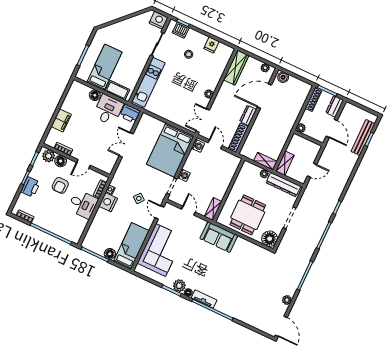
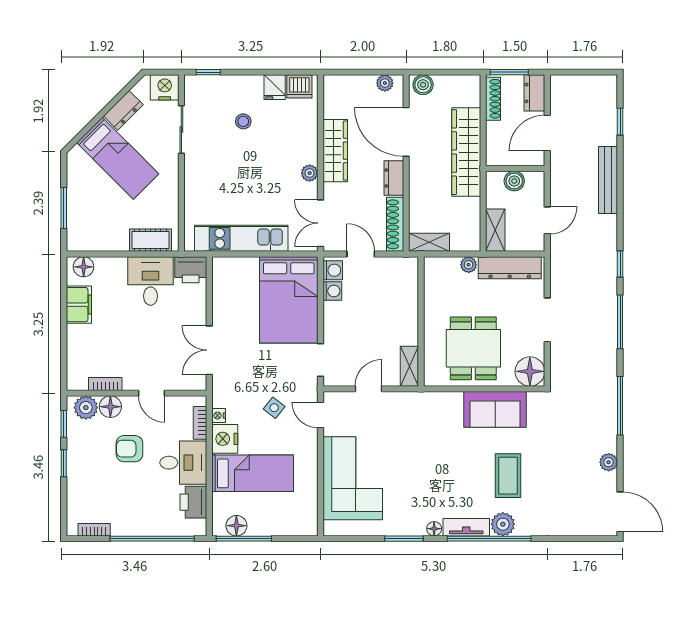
dresser: (134, 22) -> (123, 110), added
dishwasher: (181, 30) -> (299, 86), moved
bed: (104, 67) -> (118, 158), moved, turned 135
wardrobe: (236, 68) -> (335, 151), moved
kitchen unit: (148, 82) -> (241, 238), moved, turned -90
floor lamp: (95, 95) -> (84, 267), moved
door: (264, 96) -> (406, 132), hinge flipped
wardrobe: (289, 119) -> (466, 152), added
filing cabinet: (61, 120) -> (79, 305), moved
plant: (301, 128) -> (494, 157), removed
door: (332, 128) -> (547, 133), swing flipped
bench: (363, 137) -> (608, 180), moved
boiler: (305, 144) -> (514, 181), added
double door: (126, 145) -> (209, 350), moved
shelving: (265, 161) -> (429, 242), moved
door: (83, 164) -> (152, 393), hinge flipped
washing machine: (184, 175) -> (332, 291), moved
armchair: (60, 185) -> (129, 449), turned 90
printer: (30, 187) -> (193, 502), moved, turned 180
door: (188, 211) -> (369, 389), hinge flipped
sofa: (219, 237) -> (495, 409), moved
bed: (131, 246) -> (253, 473), moved, turned 90
floor lamp: (110, 254) -> (236, 526), moved
coffee table: (236, 284) -> (508, 476), added
plant: (179, 286) -> (503, 524), moved

